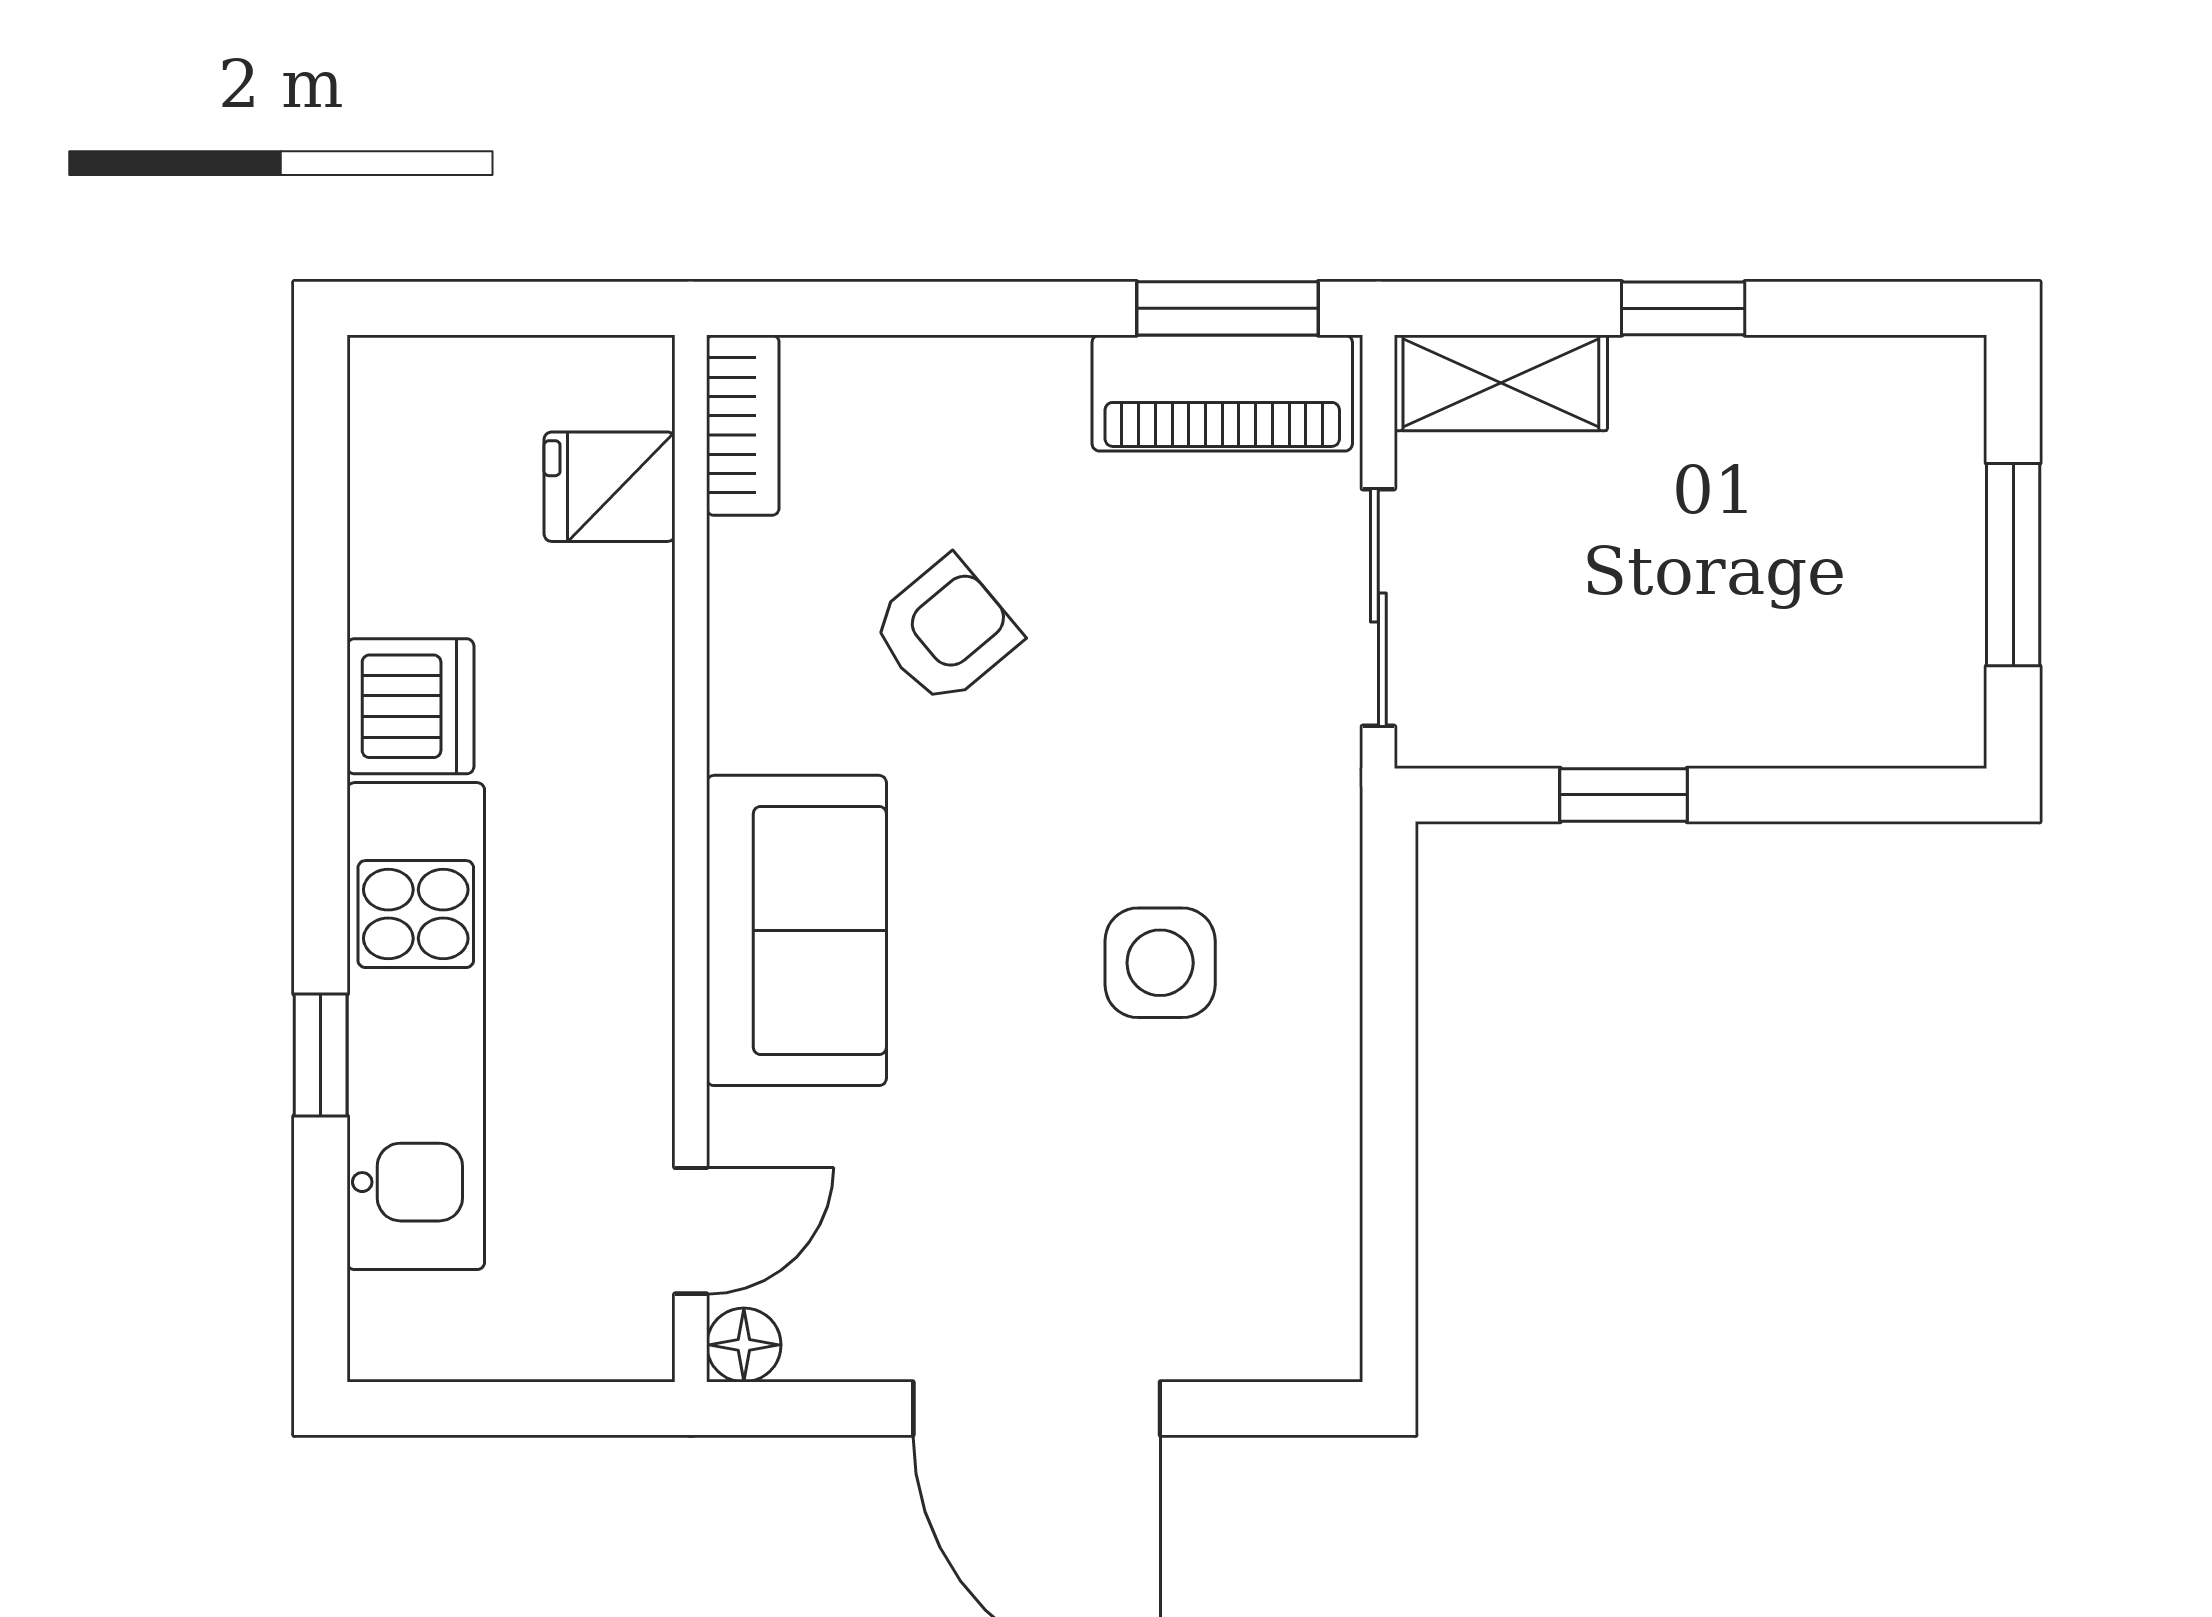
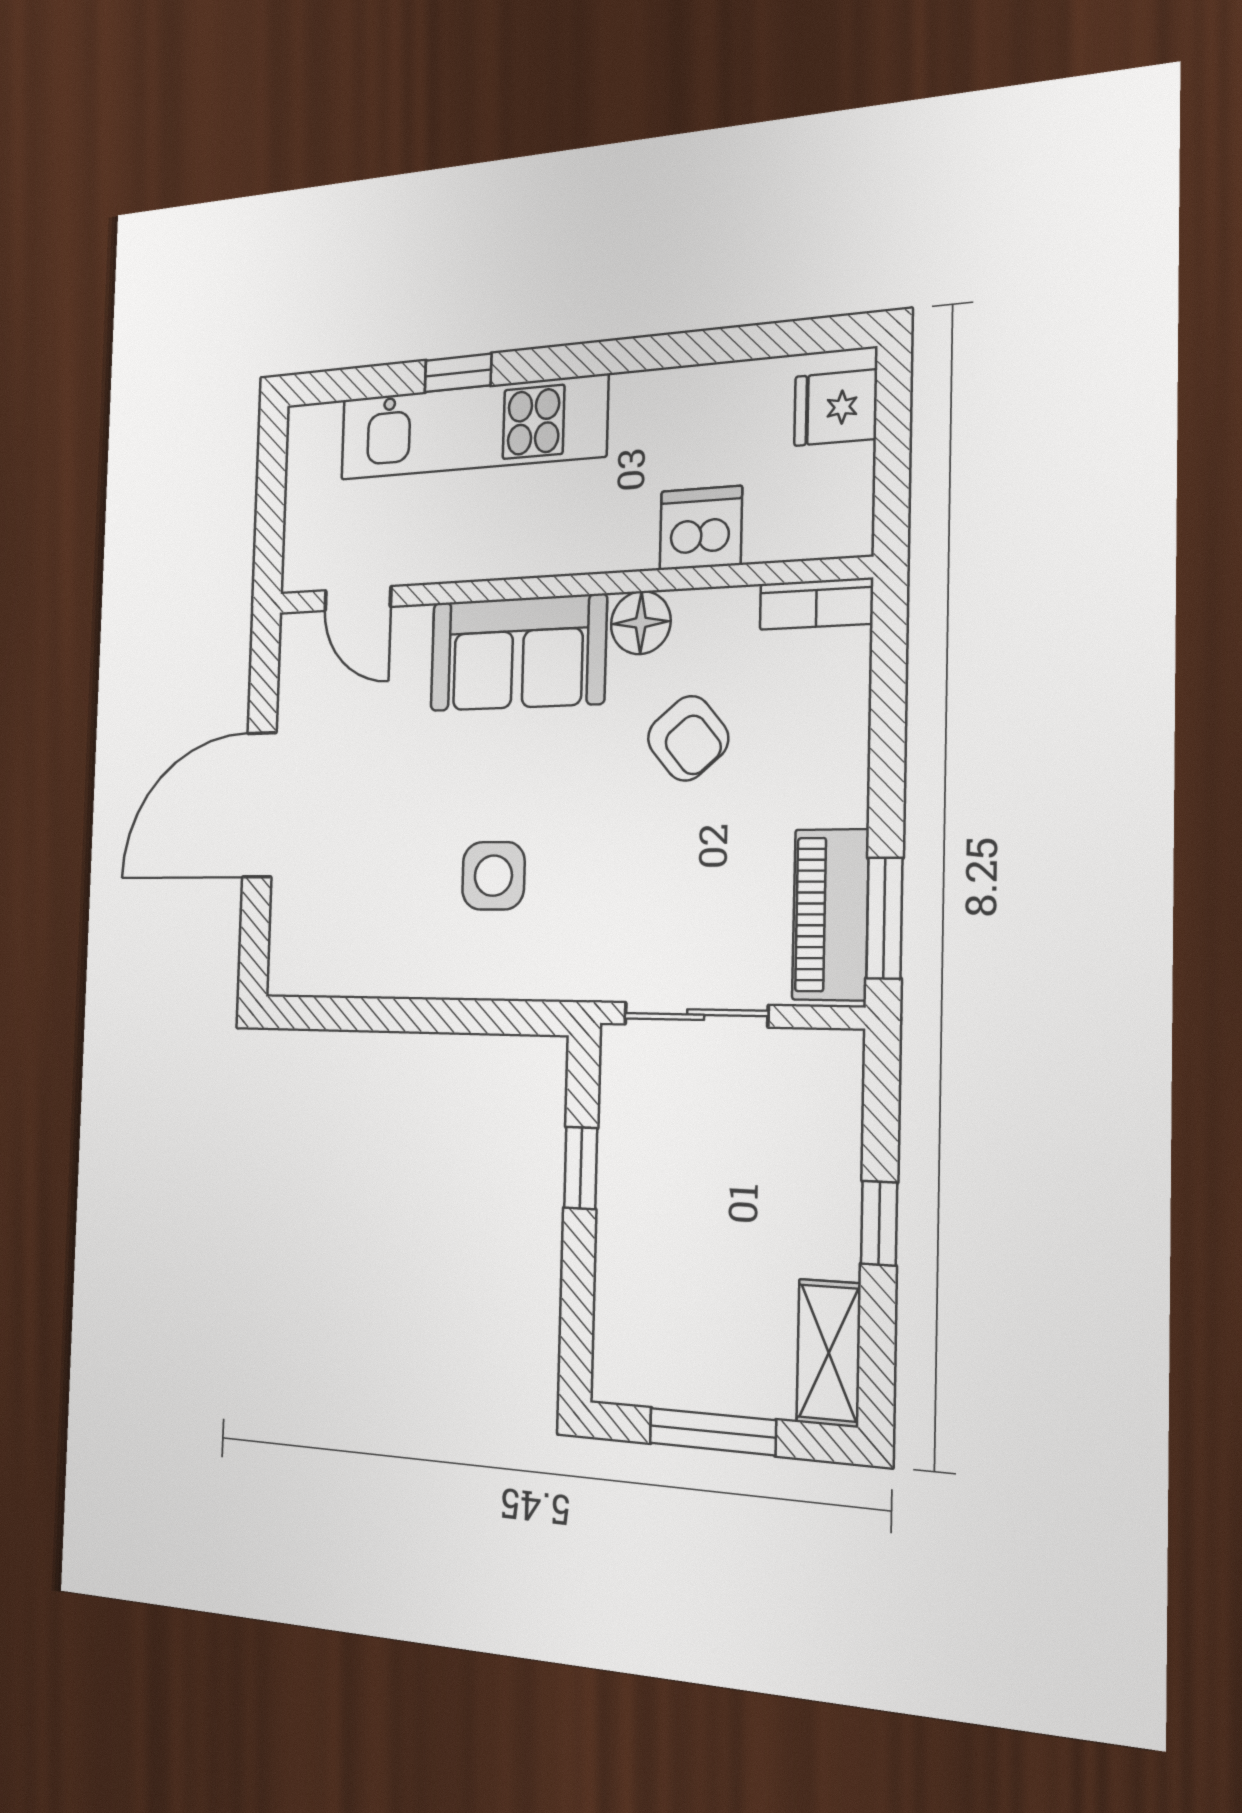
shelving: (1501, 383) -> (829, 1353), moved
fridge: (610, 487) -> (836, 408), moved, turned -90
dishwasher: (410, 706) -> (701, 528), moved, turned 180
floor lamp: (744, 1345) -> (641, 623), moved, width x1.37, depth x1.37

